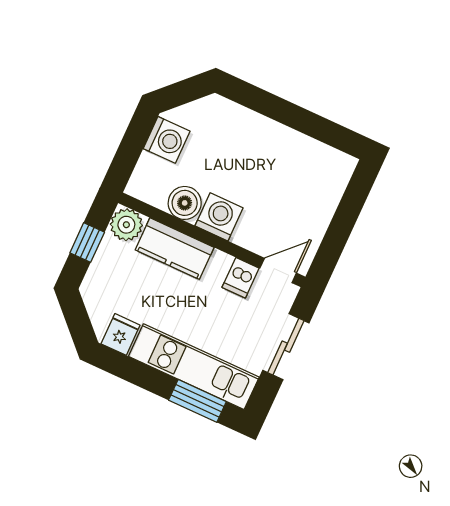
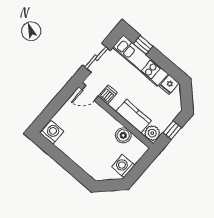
washing machine: (219, 217) -> (52, 132), moved, turned 180
window: (197, 401) -> (143, 45), width x0.67

